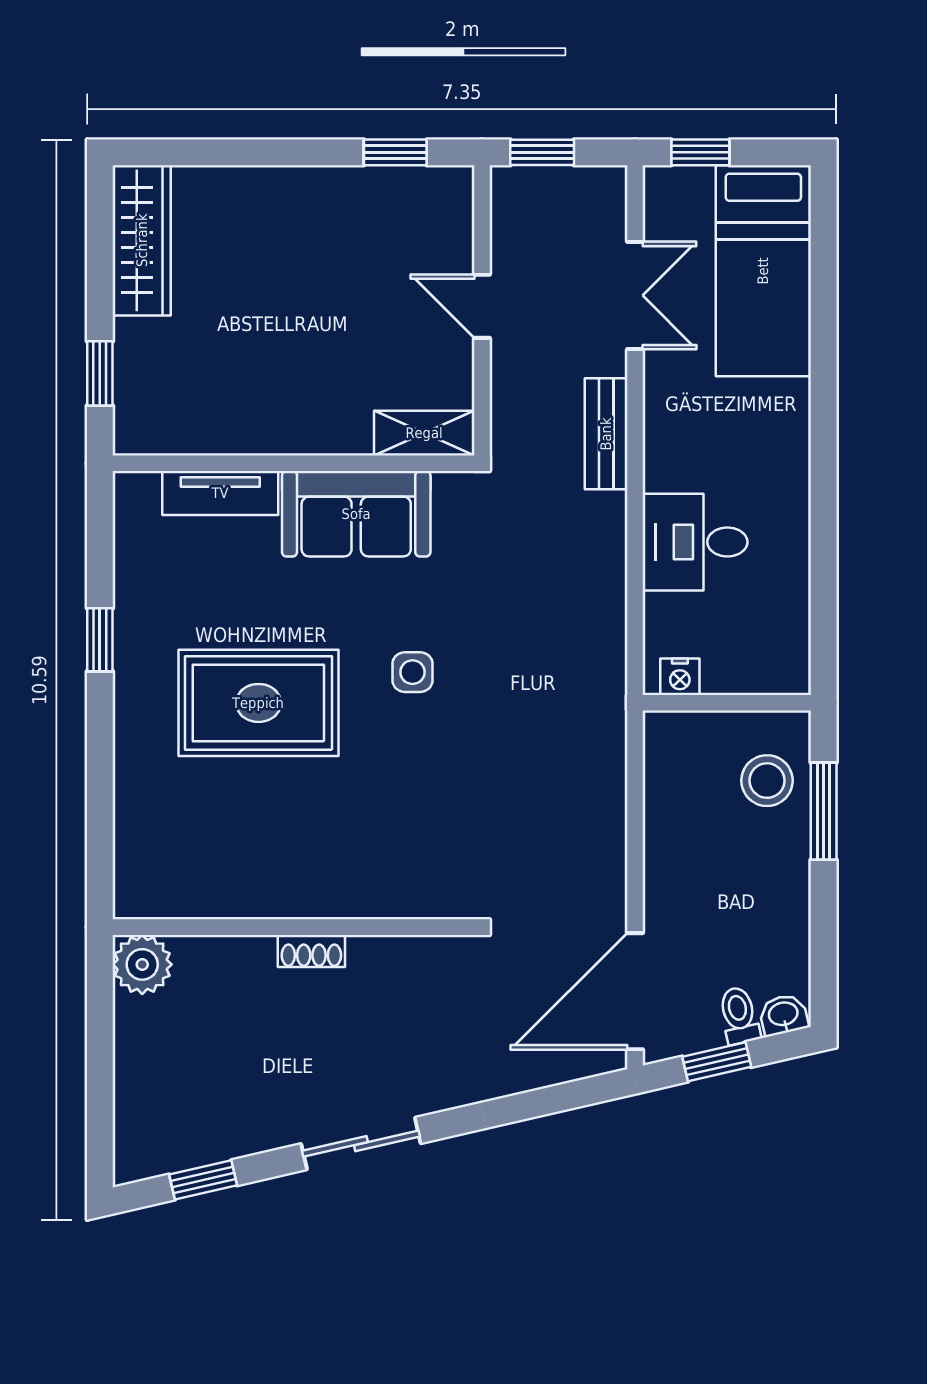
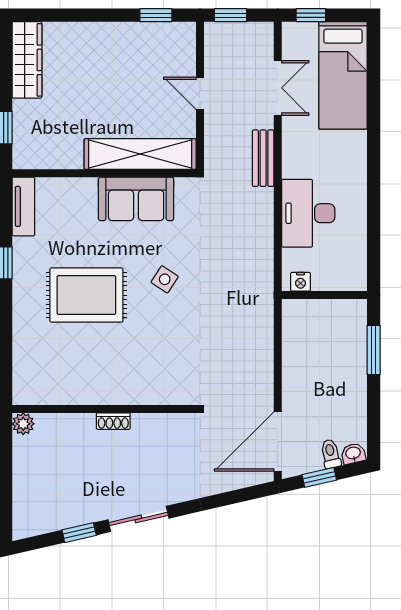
shelving: (424, 433) -> (140, 154), width x2.20, depth x1.33
tv unit: (220, 493) -> (23, 206), moved, turned -90
desk: (695, 542) -> (308, 213), width x1.37
side table: (413, 672) -> (165, 279), turned 33
stool: (767, 781) -> (345, 334), removed
plant: (142, 964) -> (23, 424), width x0.73, depth x0.73
window: (203, 1180) -> (79, 533), moved

